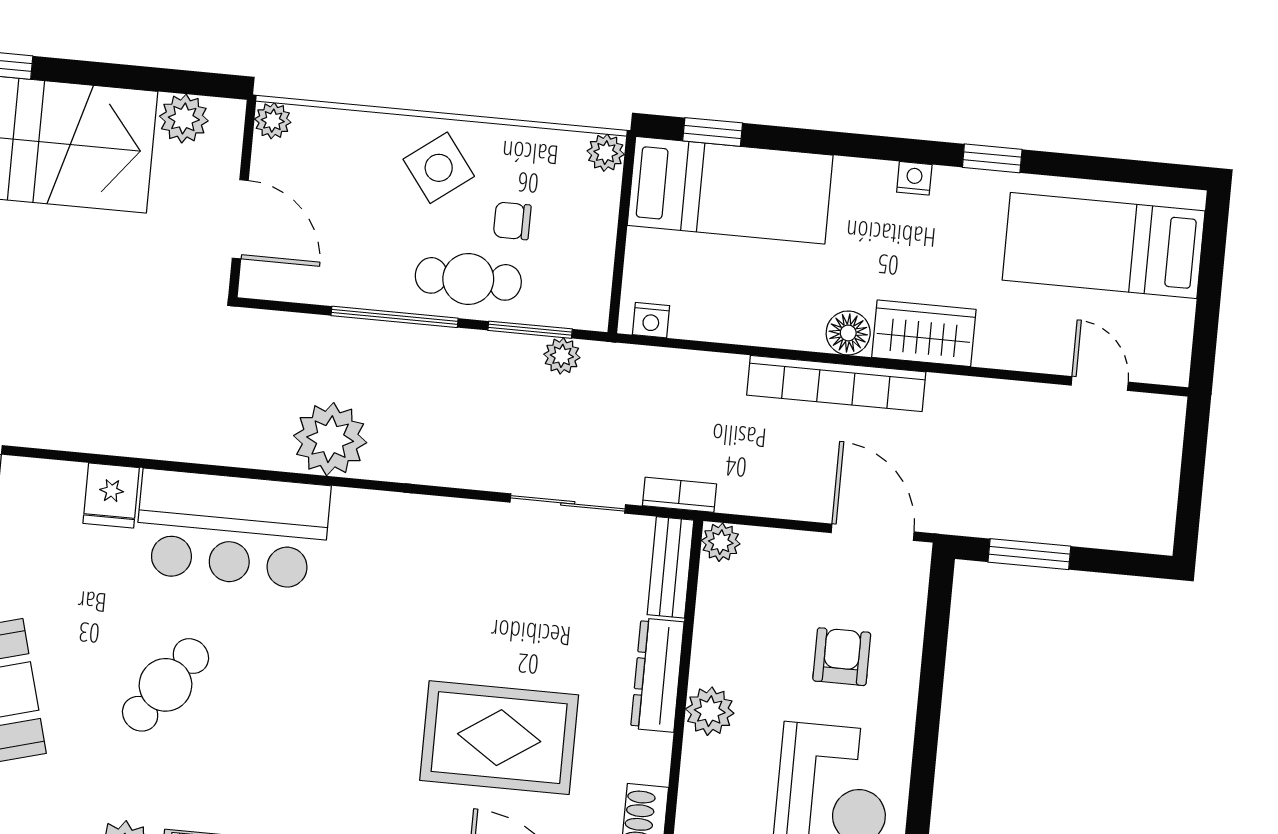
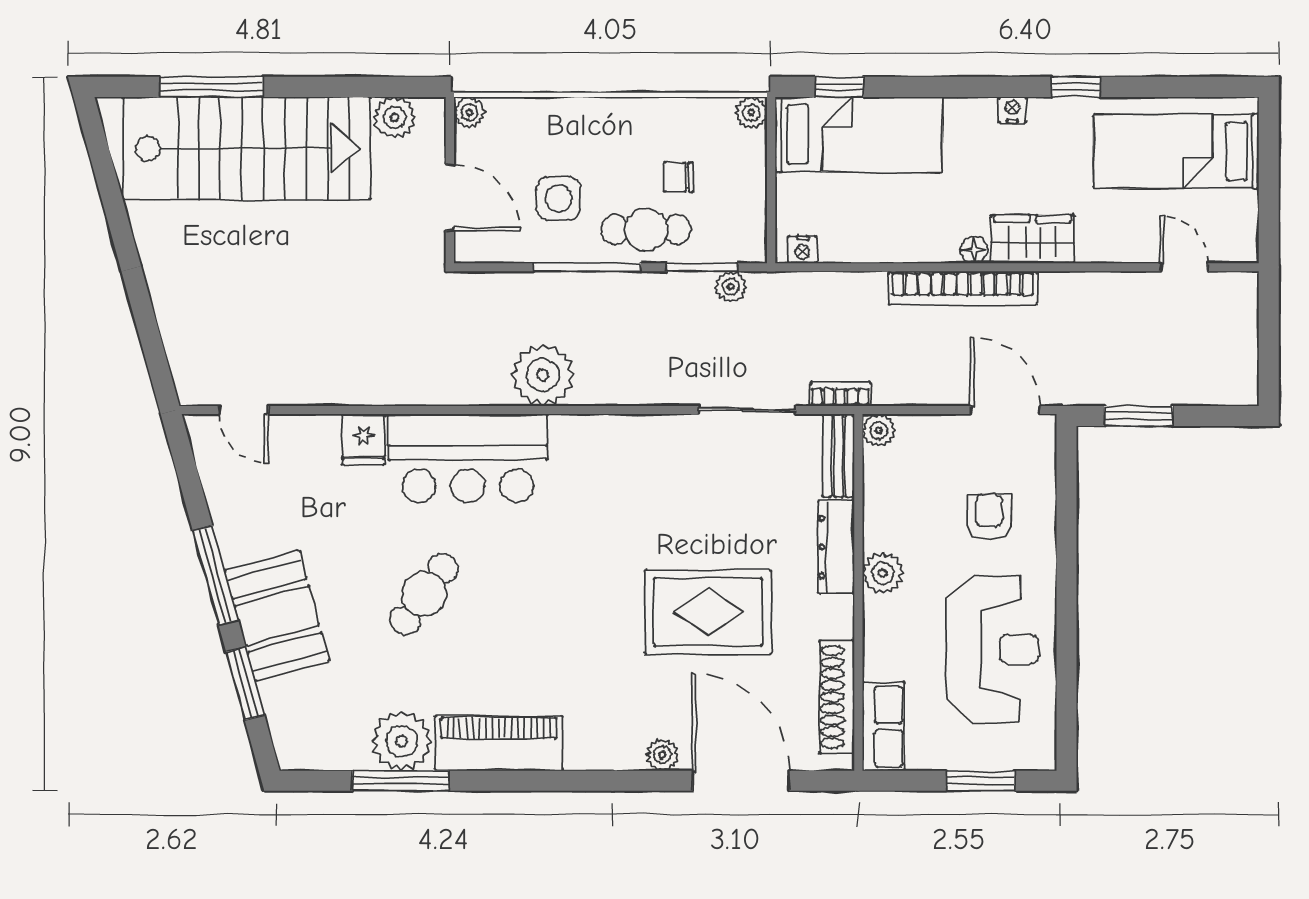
side table: (439, 168) -> (559, 198), moved, turned 37
floor lamp: (848, 333) -> (974, 250), width x0.73, depth x0.73

